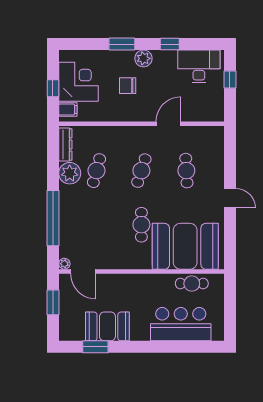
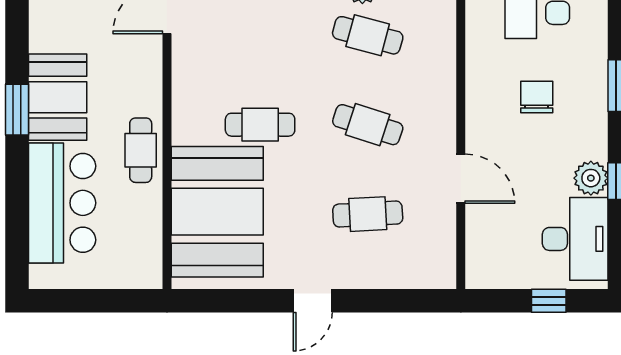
plant: (143, 58) -> (591, 178), moved
cafe table: (192, 284) -> (141, 150), moved
booth: (107, 326) -> (58, 97), moved
window: (95, 347) -> (17, 110), moved

